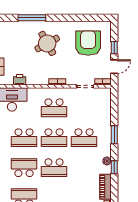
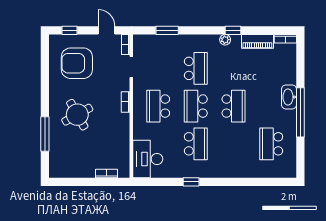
window: (114, 48) -> (69, 30), moved
printer: (20, 80) -> (123, 149), removed
school desk: (54, 108) -> (158, 106), turned 180
window: (114, 135) -> (167, 30), moved
school desk: (54, 138) -> (196, 106), turned 180
school desk: (24, 168) -> (234, 144), removed

